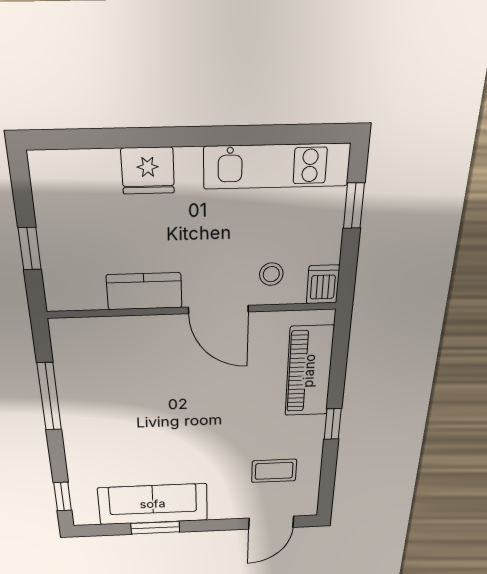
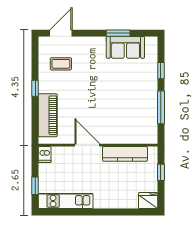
fridge: (148, 171) -> (148, 201), moved
stool: (271, 274) -> (66, 159), removed
kitchen counter: (144, 291) -> (125, 154), width x1.50
window: (63, 497) -> (161, 71), moved
sofa: (153, 504) -> (125, 47), width x0.73

